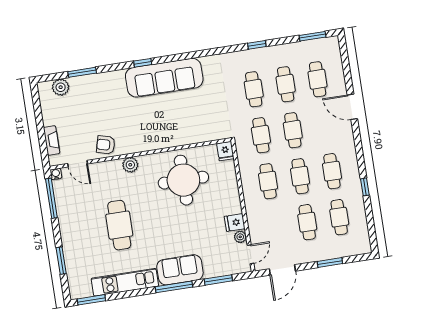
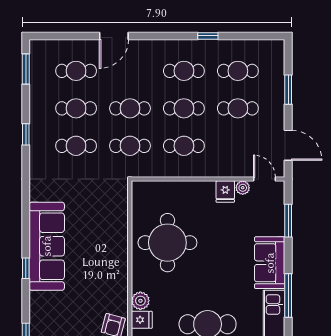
fridge: (225, 151) -> (142, 320), moved
window: (174, 287) -> (288, 295), moved

